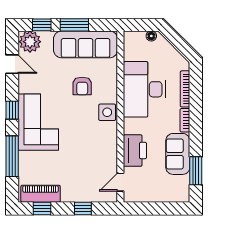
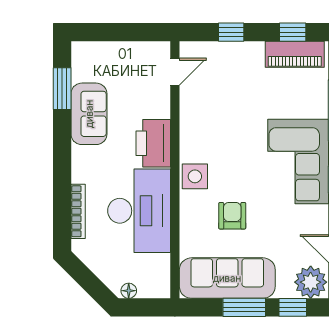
bookcase: (185, 120) -> (78, 164), removed
printer: (135, 151) -> (153, 143), moved

